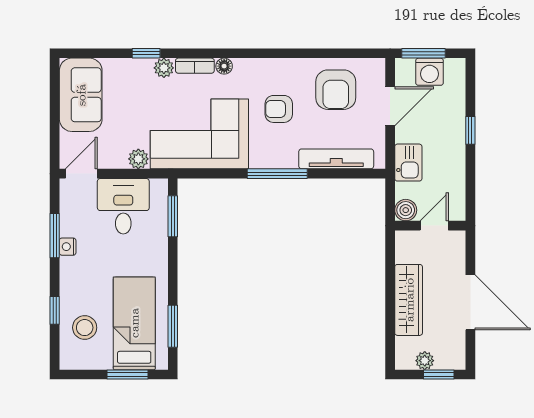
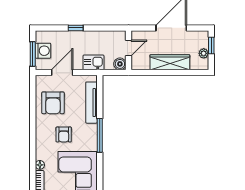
armchair: (336, 90) -> (53, 103), turned 90
door: (390, 106) -> (62, 73), hinge flipped
door: (434, 226) -> (129, 48), swing flipped

